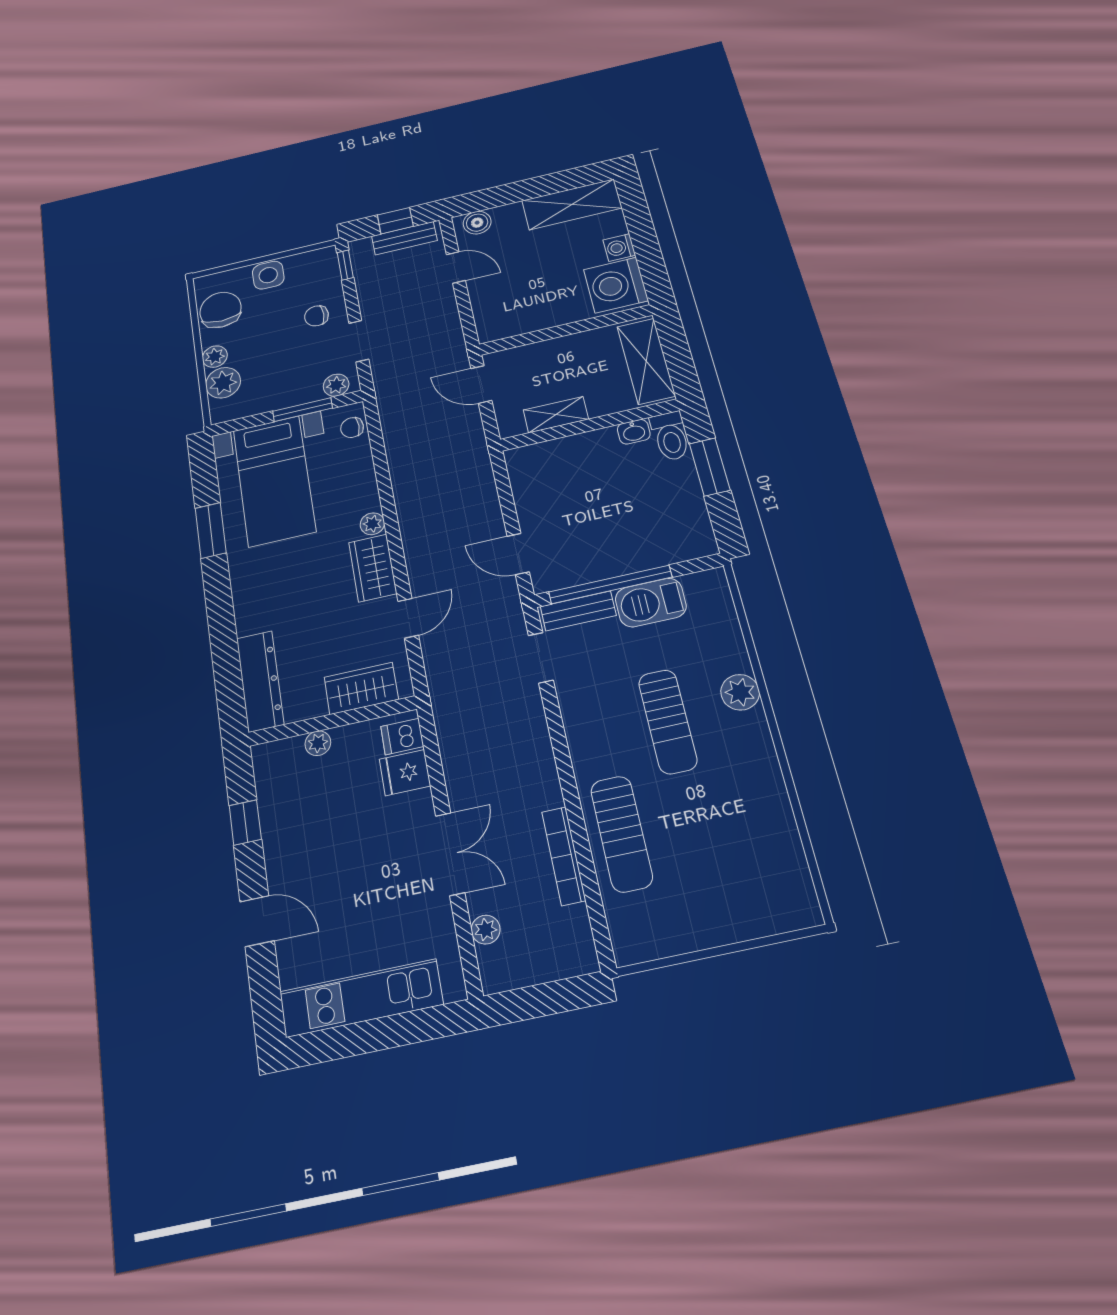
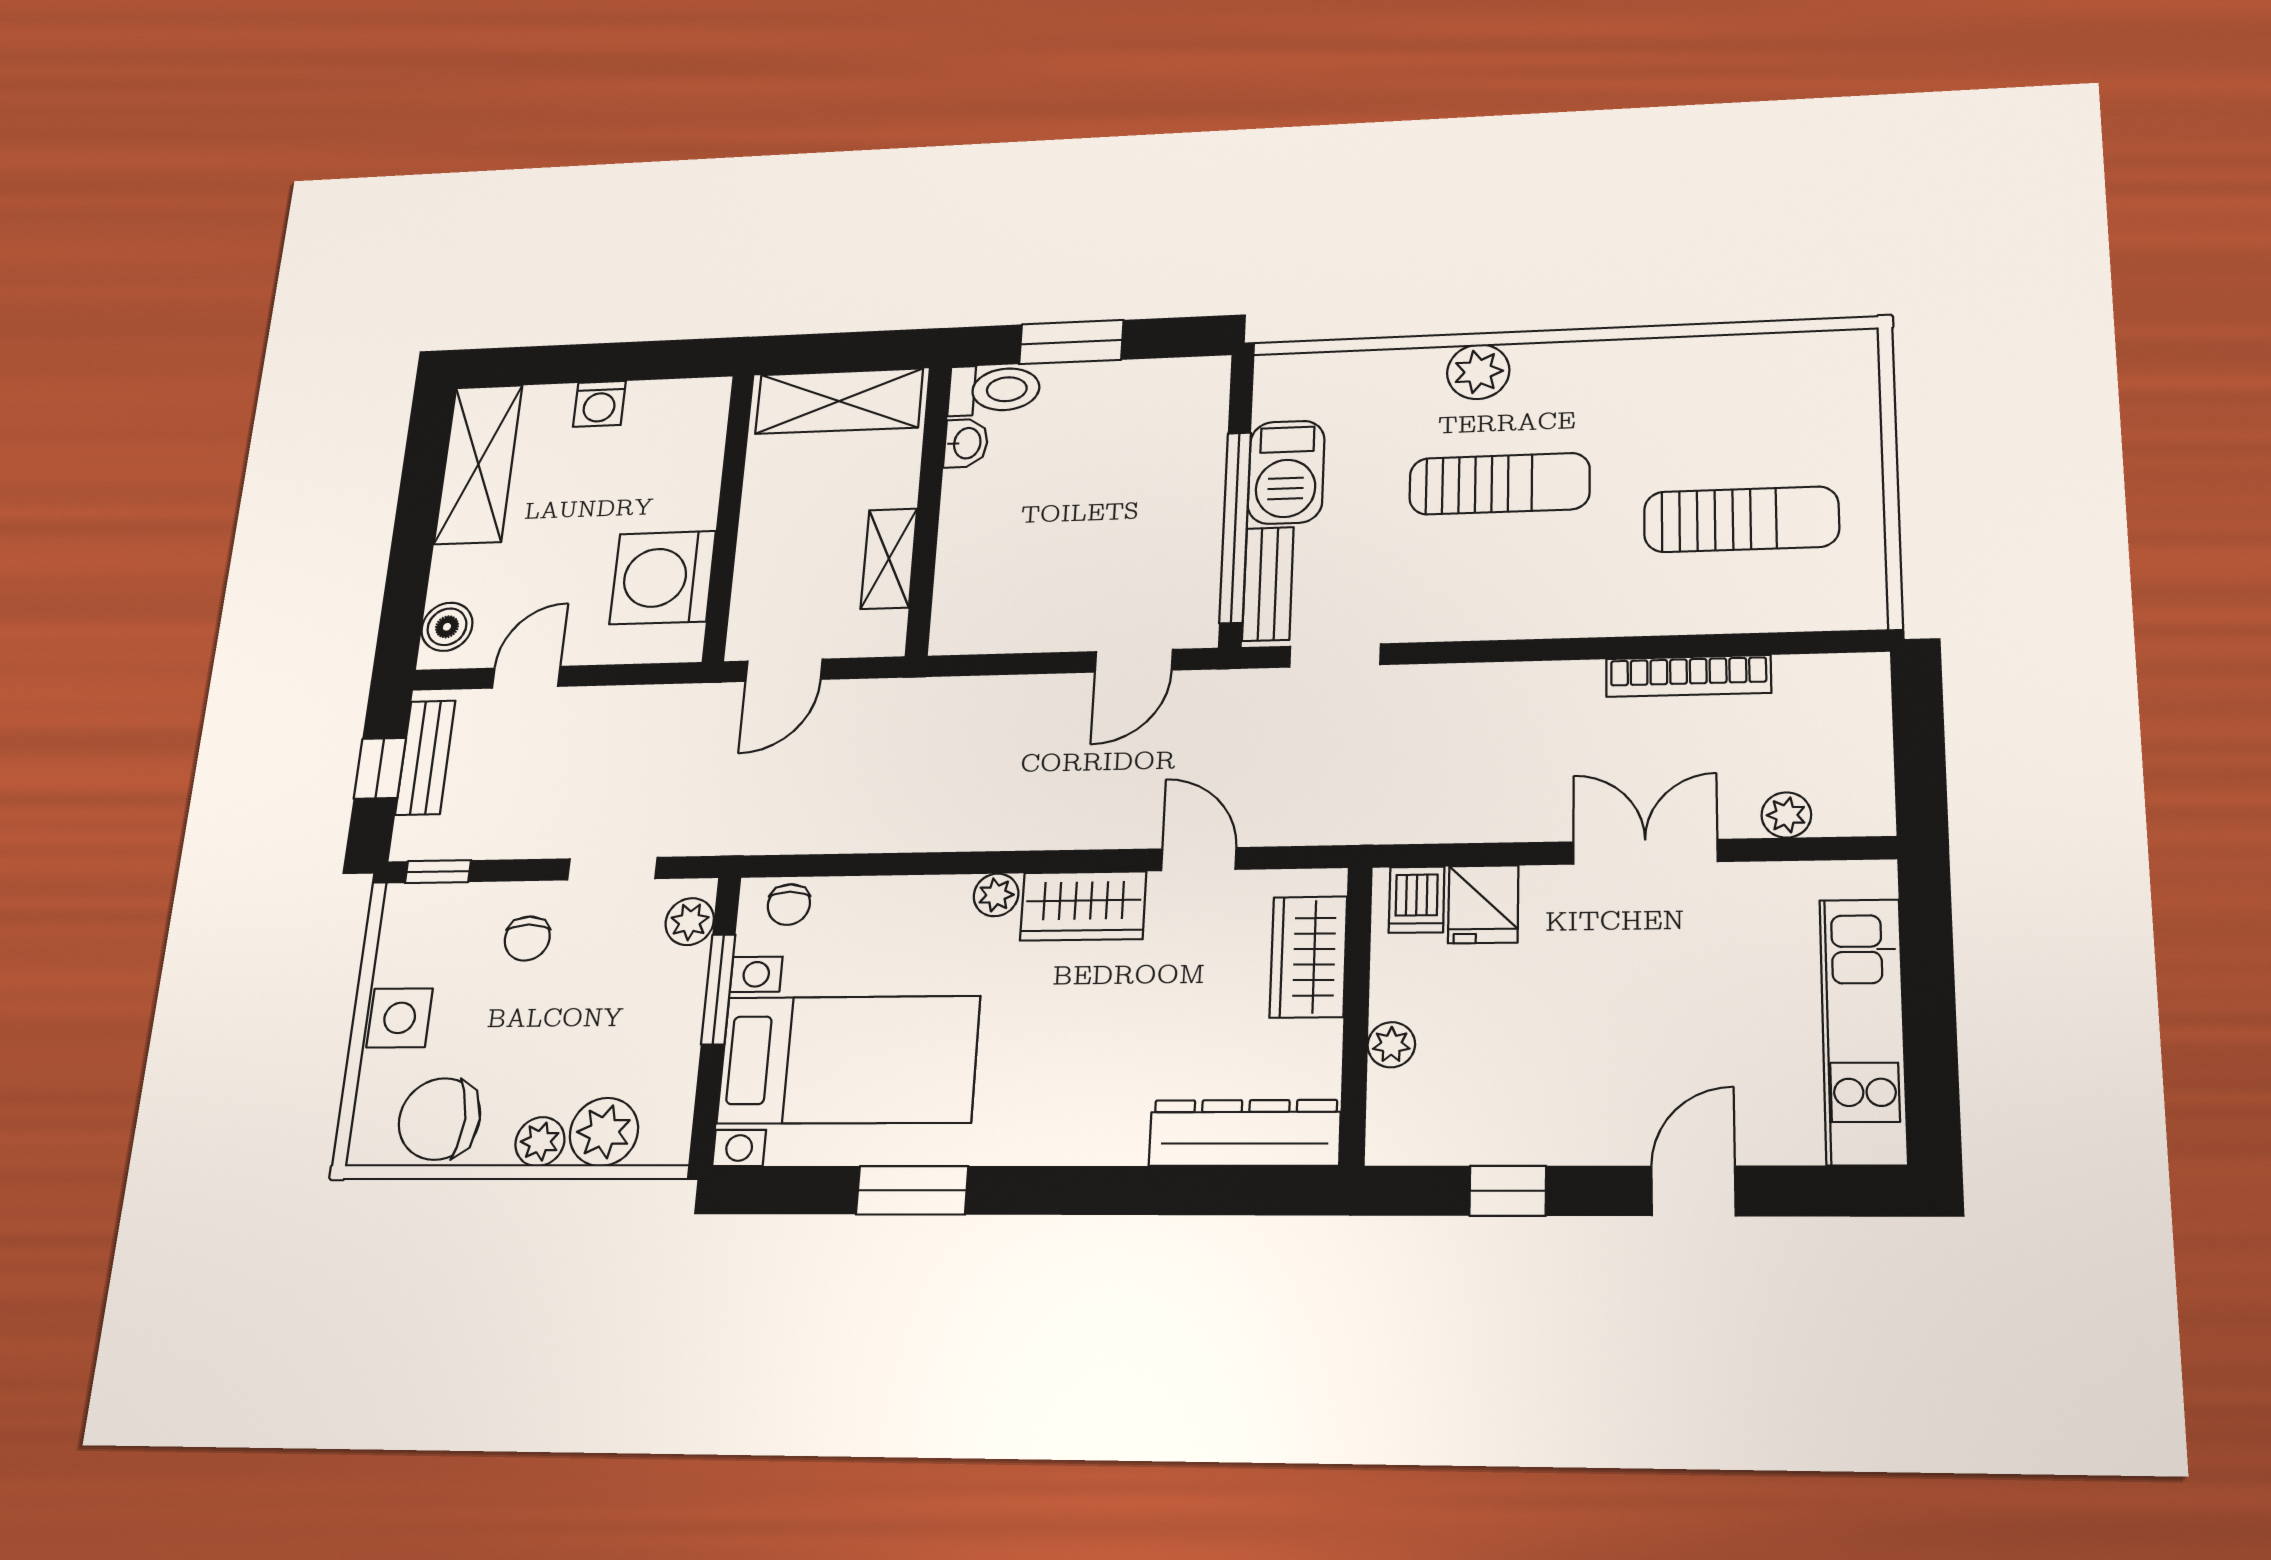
washing machine: (616, 285) -> (663, 578), moved, turned 90
sun lounger: (621, 834) -> (1741, 519), moved

